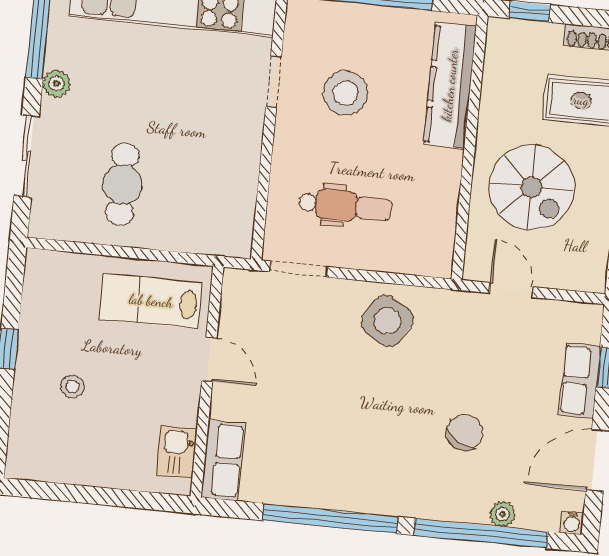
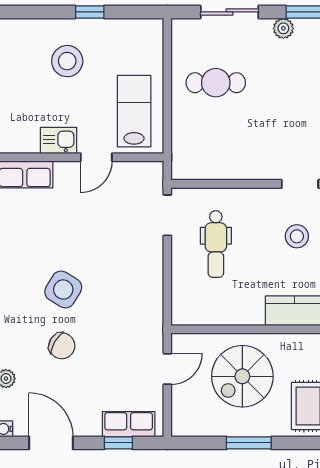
stool: (345, 93) -> (297, 236), width x0.73, depth x0.73
side table: (387, 321) -> (63, 290), moved
row of seats: (579, 380) -> (129, 424), moved
stool: (72, 386) -> (67, 61), width x1.89, depth x1.89
kitchen sink: (177, 452) -> (59, 140), moved

